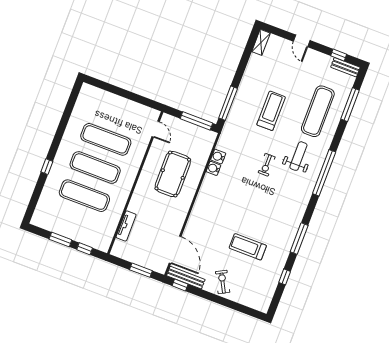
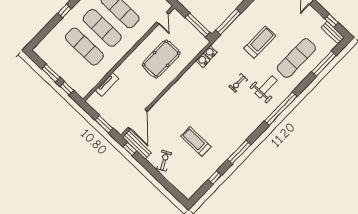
water cooler: (213, 168) -> (210, 52), moved

